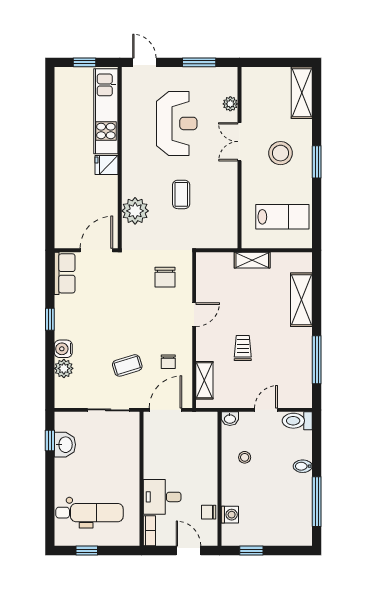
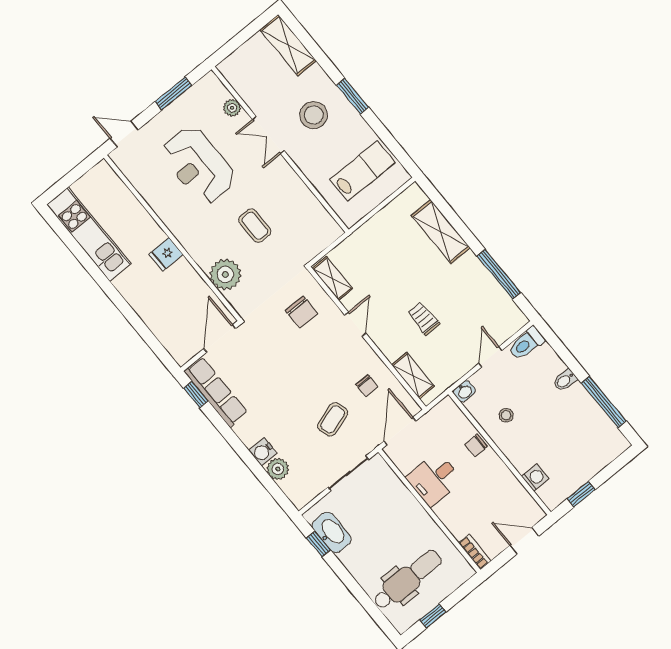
window: (84, 62) -> (70, 178), removed
kitchen unit: (106, 111) -> (89, 234), moved, turned 180
reception desk: (177, 123) -> (198, 165), turned 180
shelving: (252, 260) -> (332, 278), moved, turned 90
row of seats: (65, 273) -> (216, 392), width x1.48
window: (50, 319) -> (196, 395), moved
washbasin: (65, 445) -> (332, 532), width x1.38
desk: (162, 497) -> (434, 479), moved
chair: (209, 512) -> (476, 445), moved

